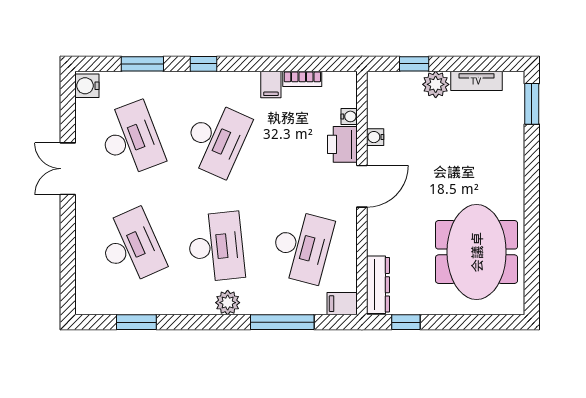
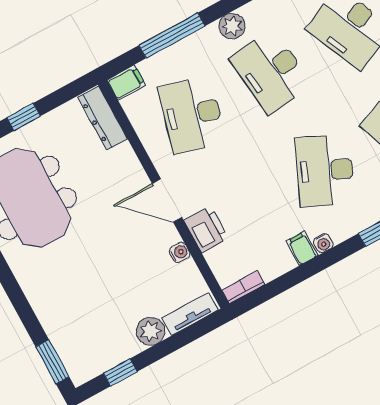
window: (414, 64) -> (120, 372), moved
bookcase: (302, 79) -> (243, 287), moved
tv unit: (476, 81) -> (190, 314), moved
water cooler: (349, 116) -> (323, 243), moved, turned -90
door: (362, 186) -> (167, 201), hinge flipped
window: (406, 322) -> (24, 117), moved

